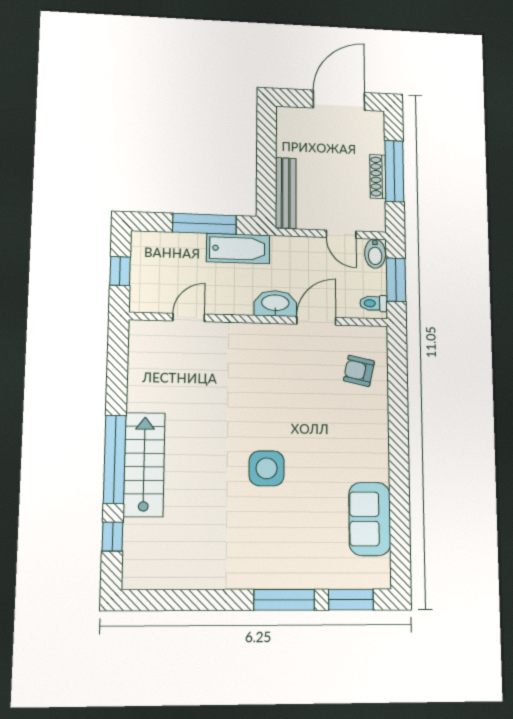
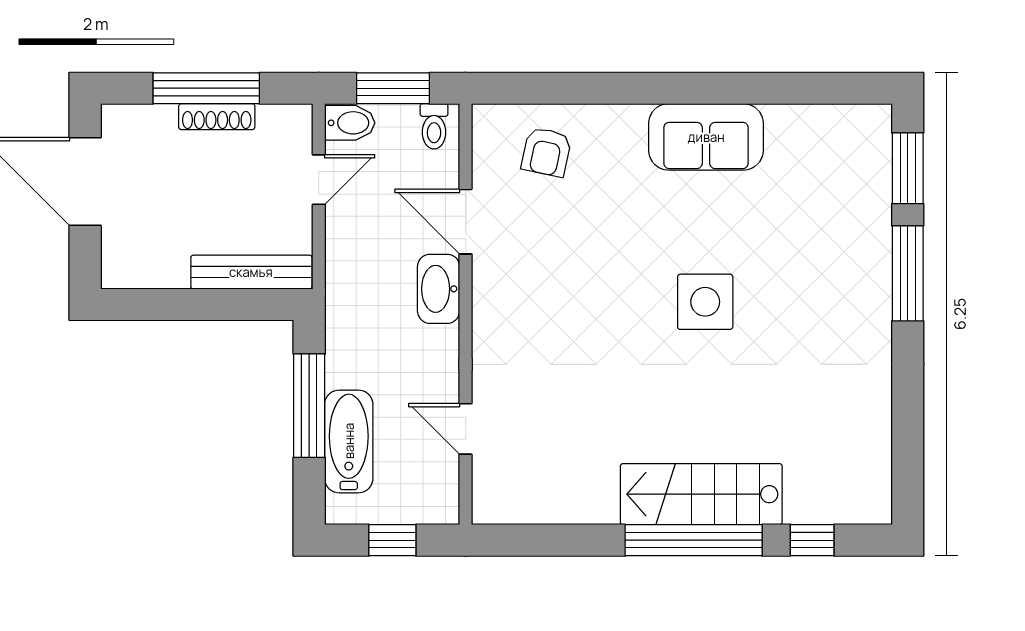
bathtub: (238, 248) -> (349, 441), moved
sofa: (370, 519) -> (706, 137), moved

